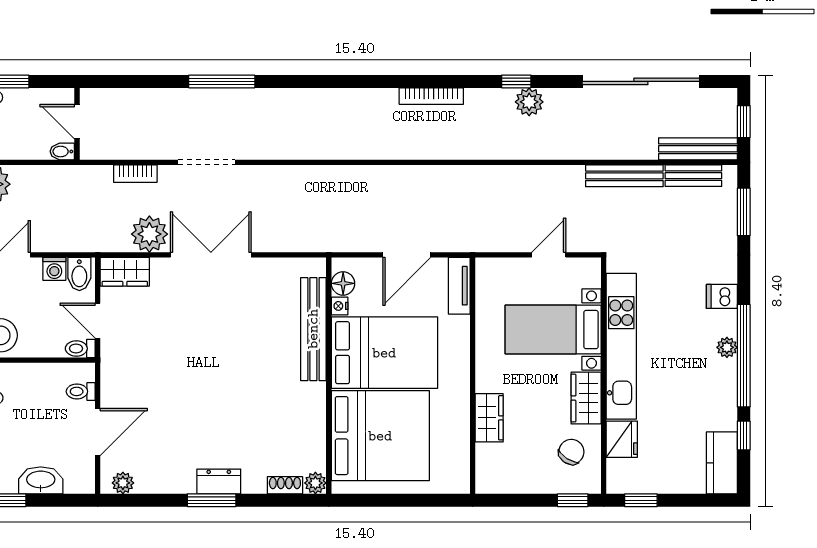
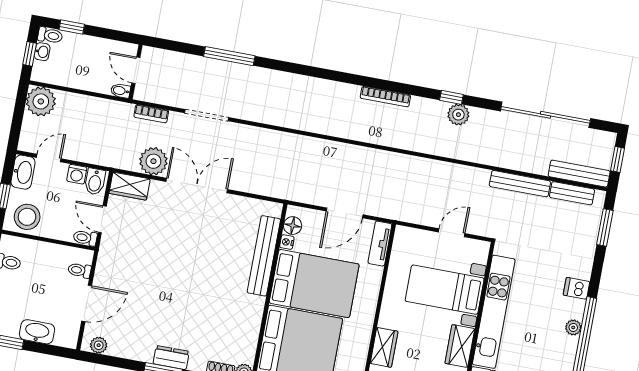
door: (77, 122) -> (136, 70), moved
wall: (77, 124) -> (136, 72), moved
bidet: (62, 151) -> (121, 91), moved

